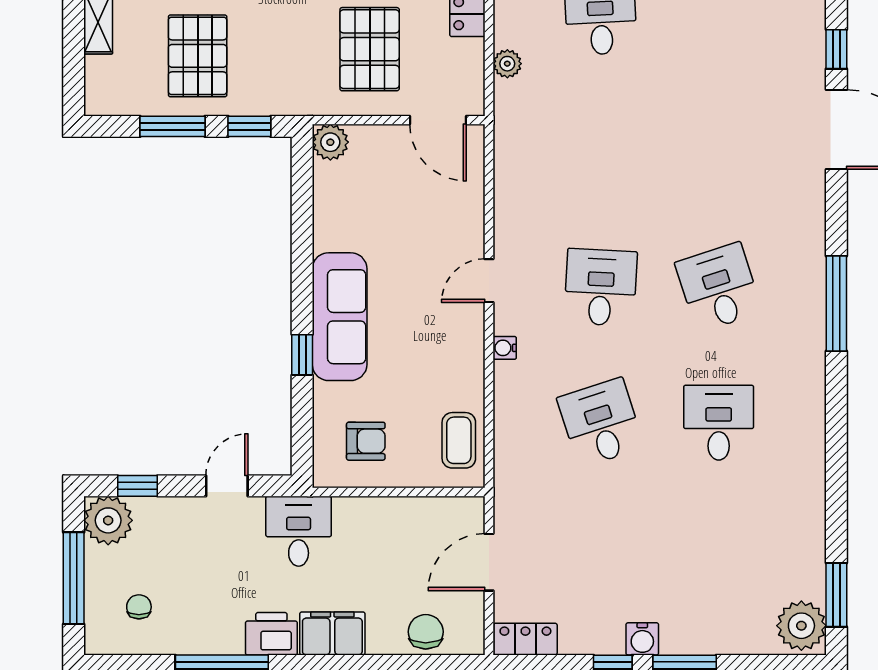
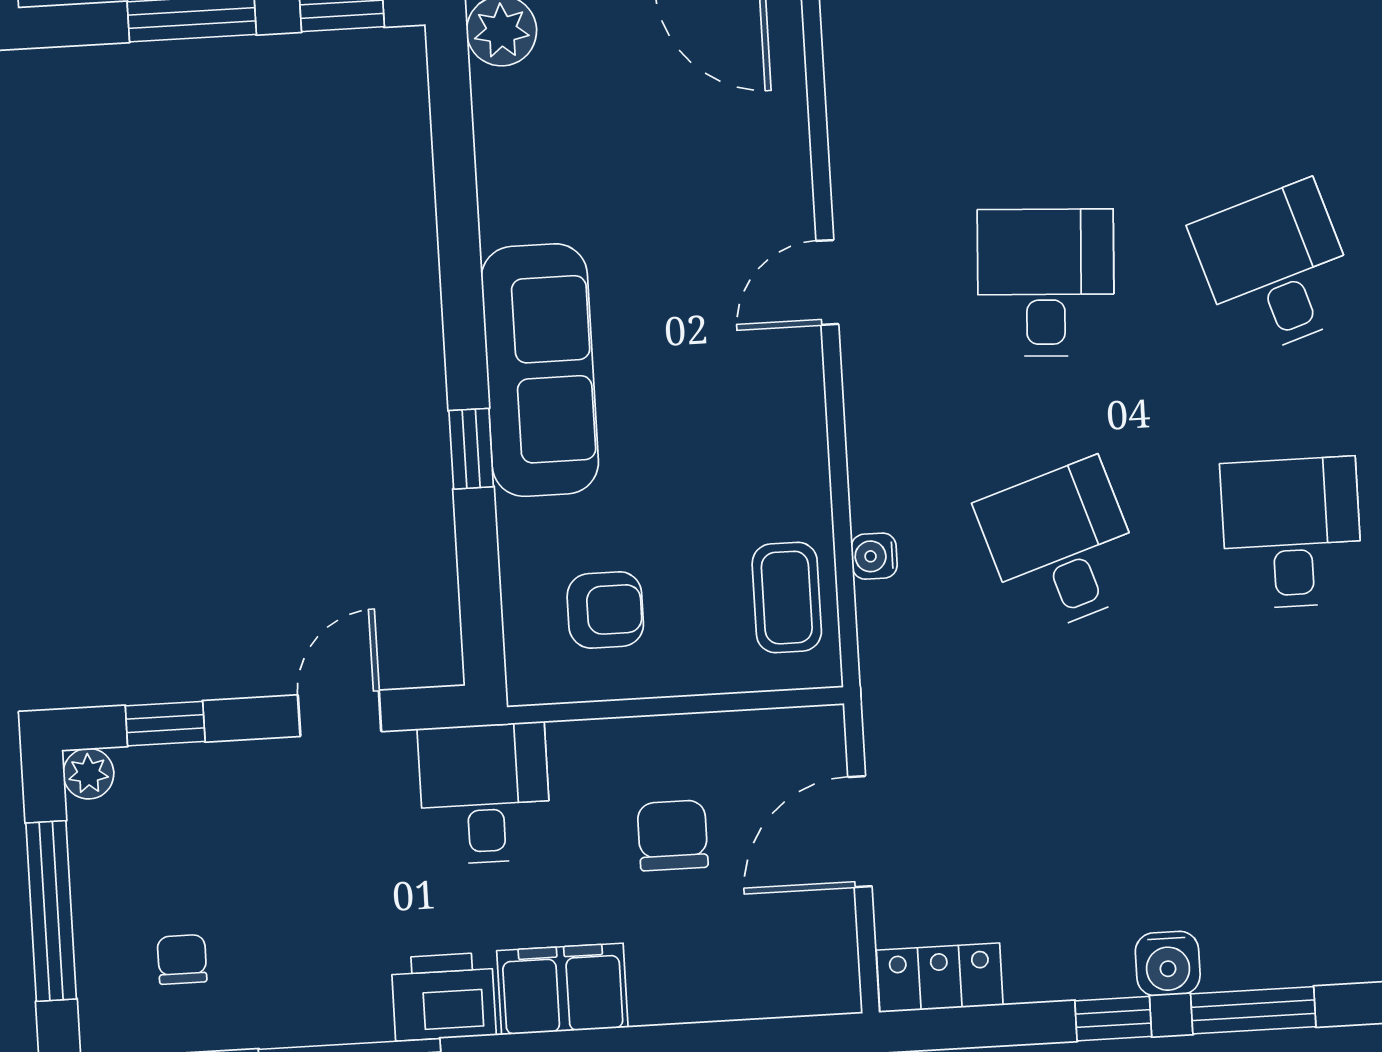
water cooler: (505, 348) -> (874, 556), moved
plant: (108, 520) -> (88, 774), width x0.53, depth x0.53
chair: (426, 632) -> (673, 835), moved

